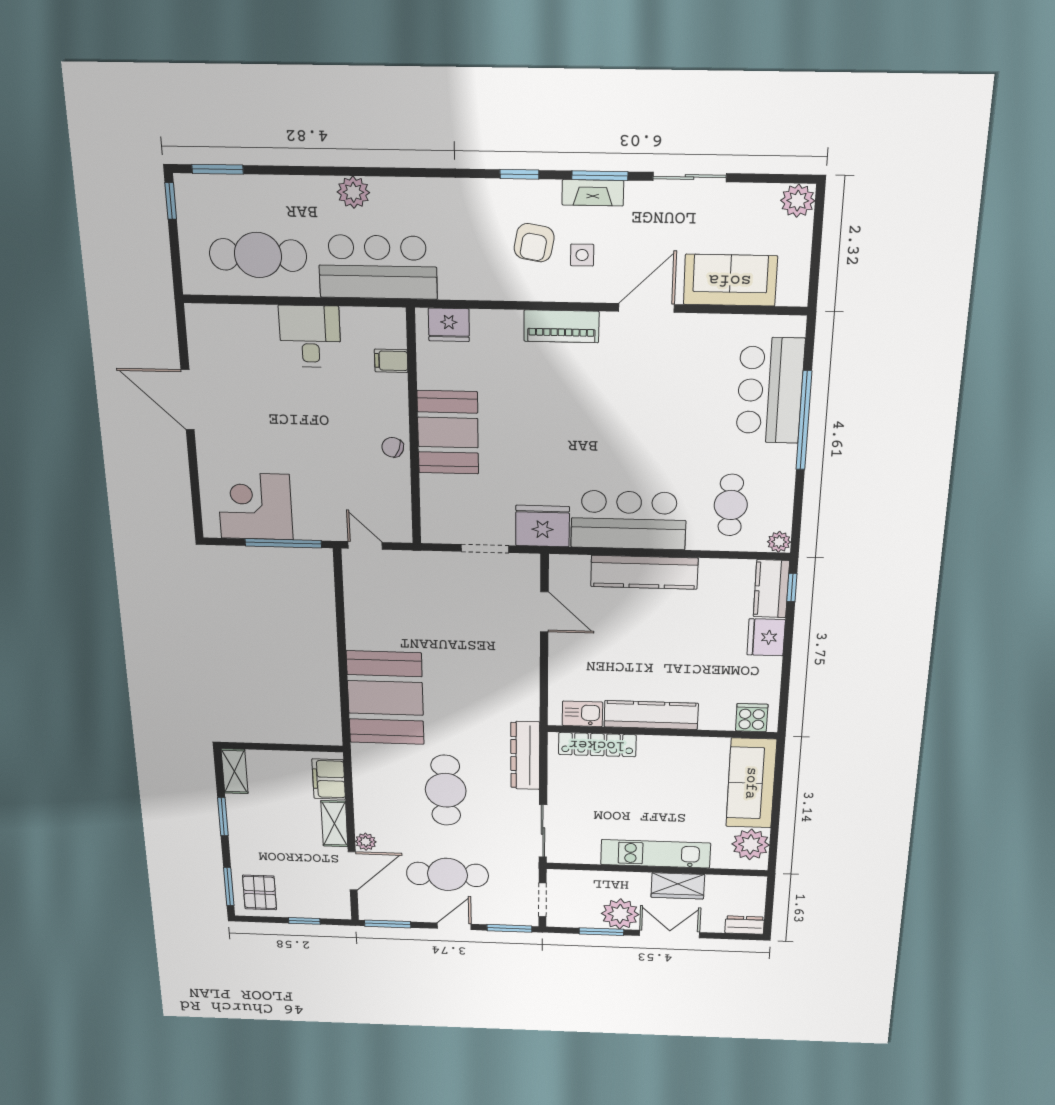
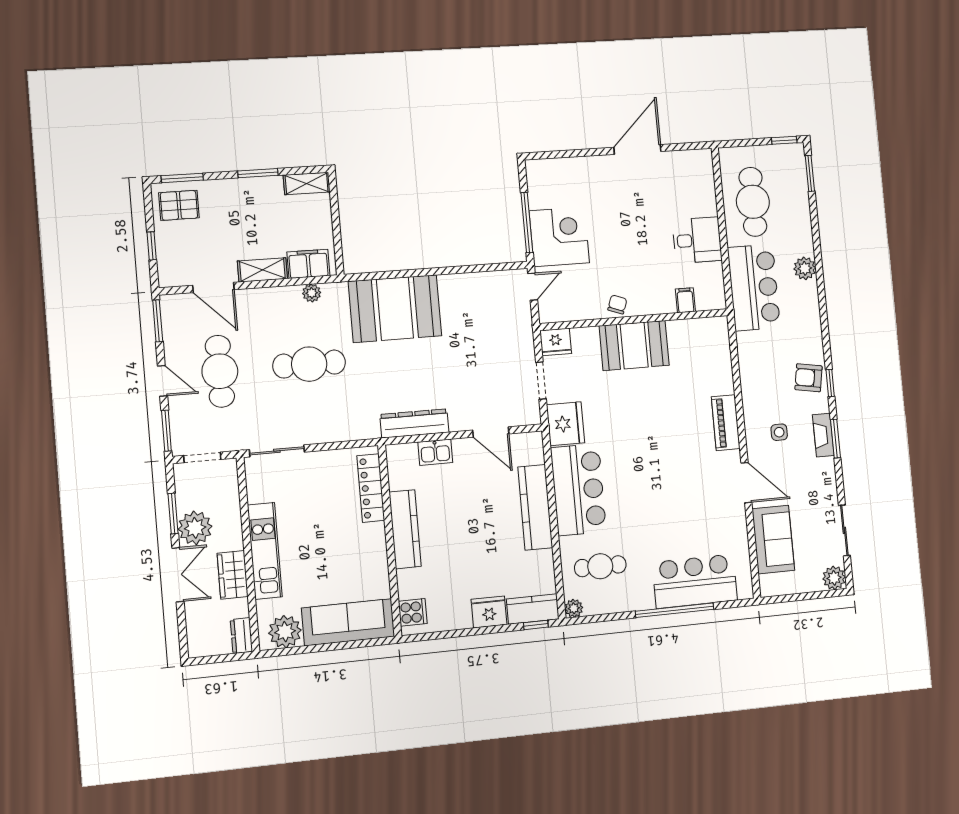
sliding door: (690, 177) -> (844, 530), moved
armchair: (534, 243) -> (808, 378), moved
fridge: (449, 325) -> (556, 342), moved, turned -90
corner desk: (255, 506) -> (559, 237), moved
door: (544, 612) -> (491, 432), hinge flipped
kitchen sink: (583, 714) -> (435, 452), moved, turned 90
dresser: (525, 755) -> (414, 423), moved
plant: (366, 842) -> (312, 293), moved
dresser: (745, 925) -> (241, 636), moved, turned 180

